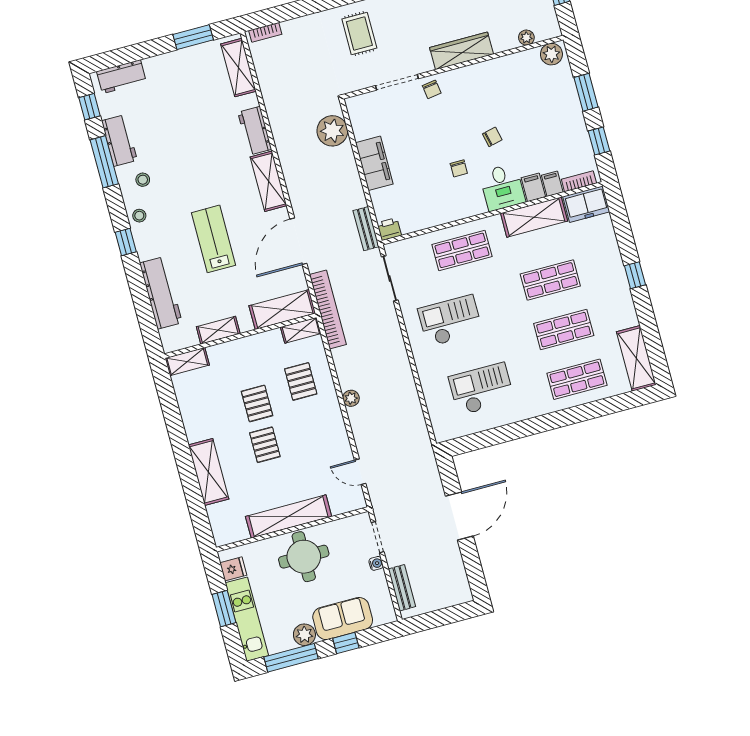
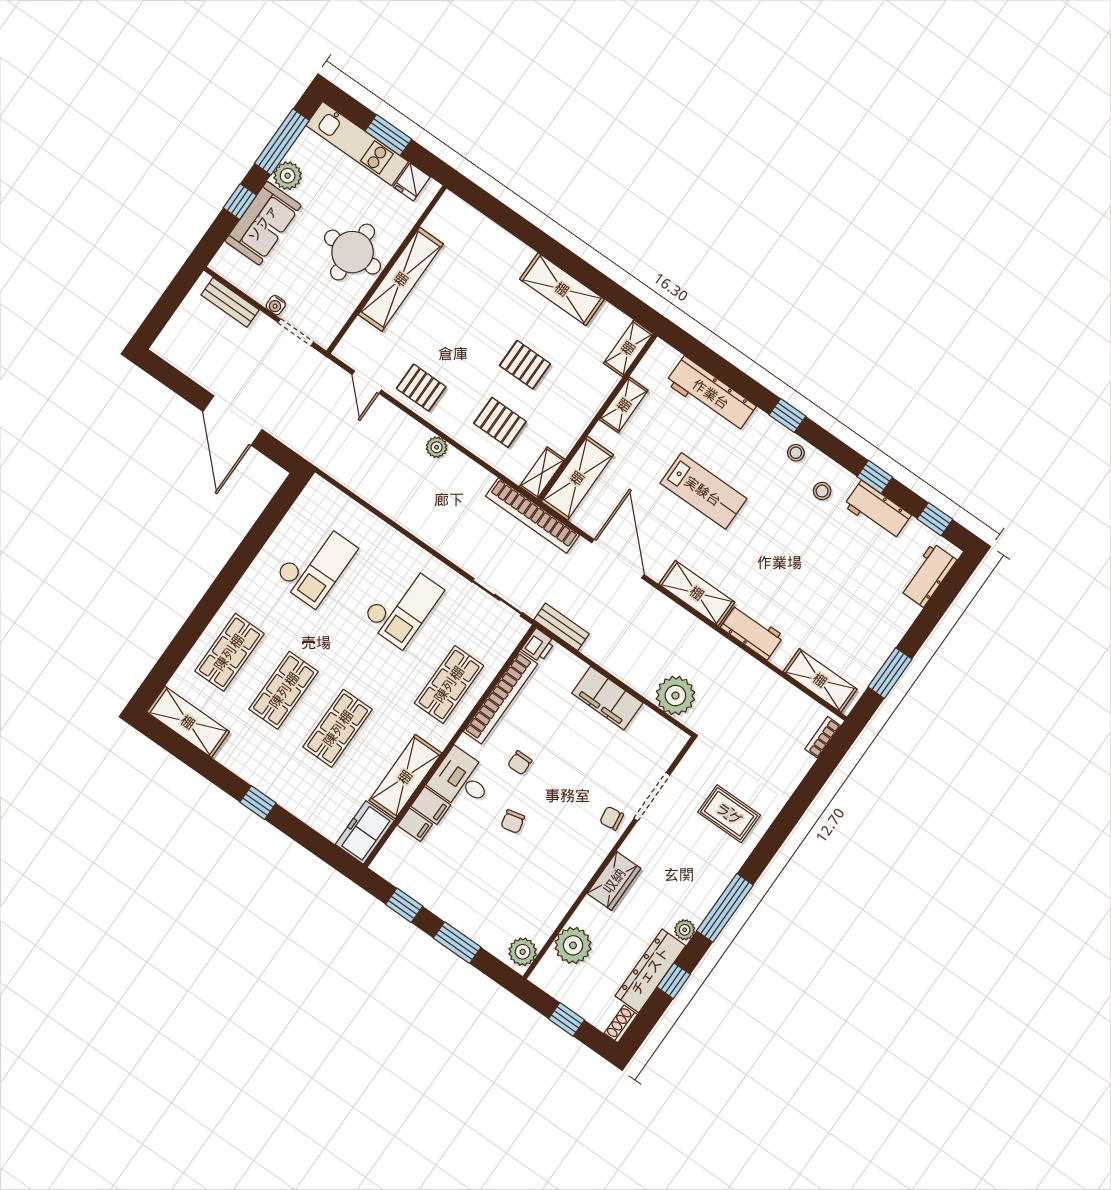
plant: (526, 38) -> (573, 945), width x1.88, depth x1.88
wardrobe: (462, 51) -> (614, 881), width x0.67
window: (104, 162) -> (875, 477), width x0.46
chair: (459, 168) -> (520, 763), turned -90
bookcase: (579, 181) -> (501, 698), moved, width x2.31, depth x1.31
pallet: (265, 445) -> (421, 388), moved
shelving: (209, 472) -> (562, 289), moved
door: (360, 472) -> (367, 382), swing flipped

